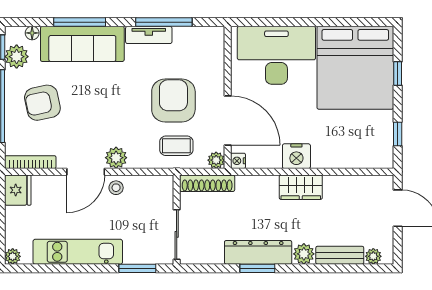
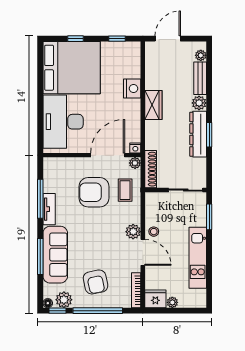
floor lamp: (32, 33) -> (48, 303), moved
nightstand: (296, 156) -> (132, 88), moved
plant: (13, 256) -> (172, 302), moved

